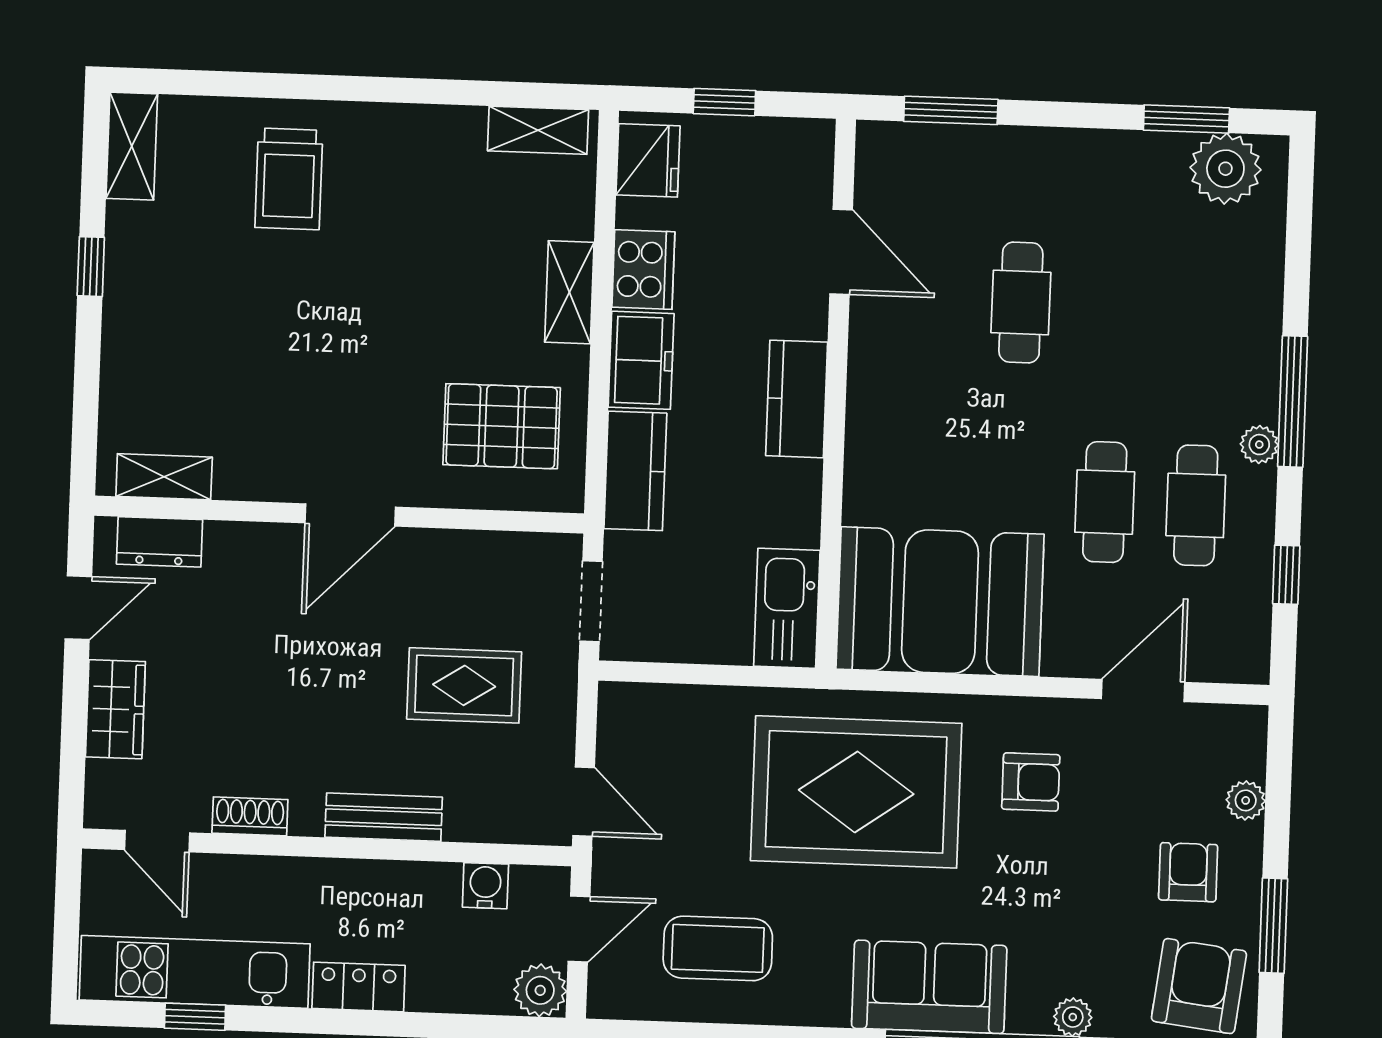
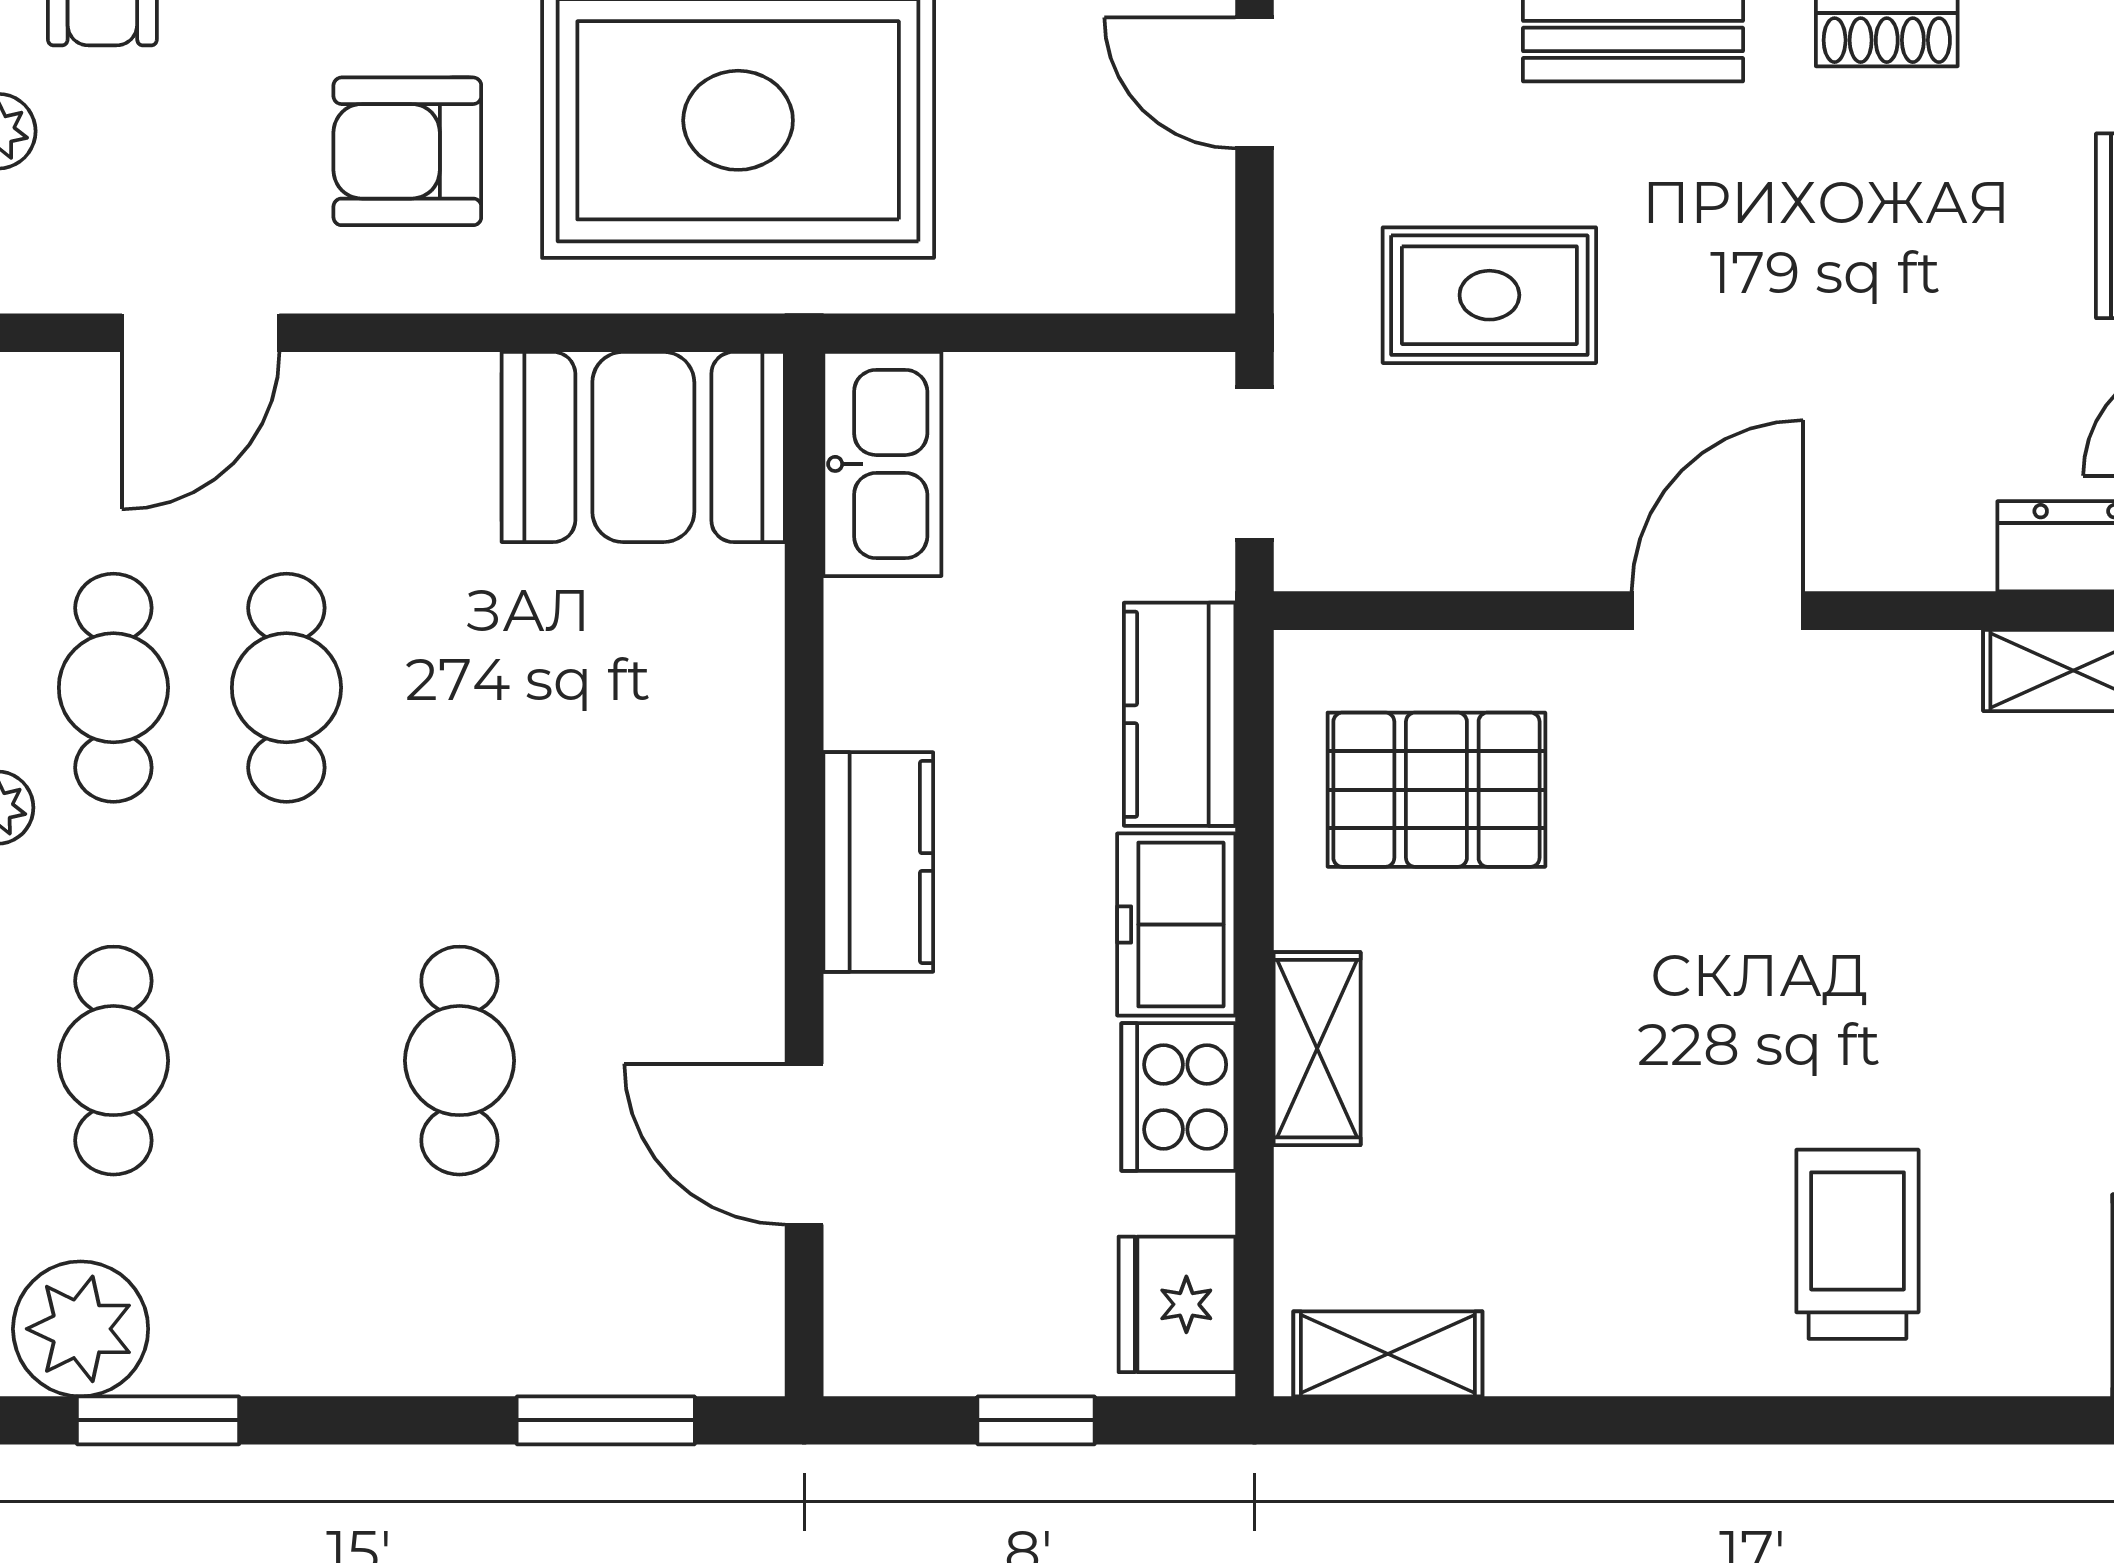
cafe table: (1203, 309) -> (113, 1061), added
booth: (940, 602) -> (643, 447), width x0.73, depth x0.70
armchair: (1031, 782) -> (407, 151), width x1.38, depth x1.38

